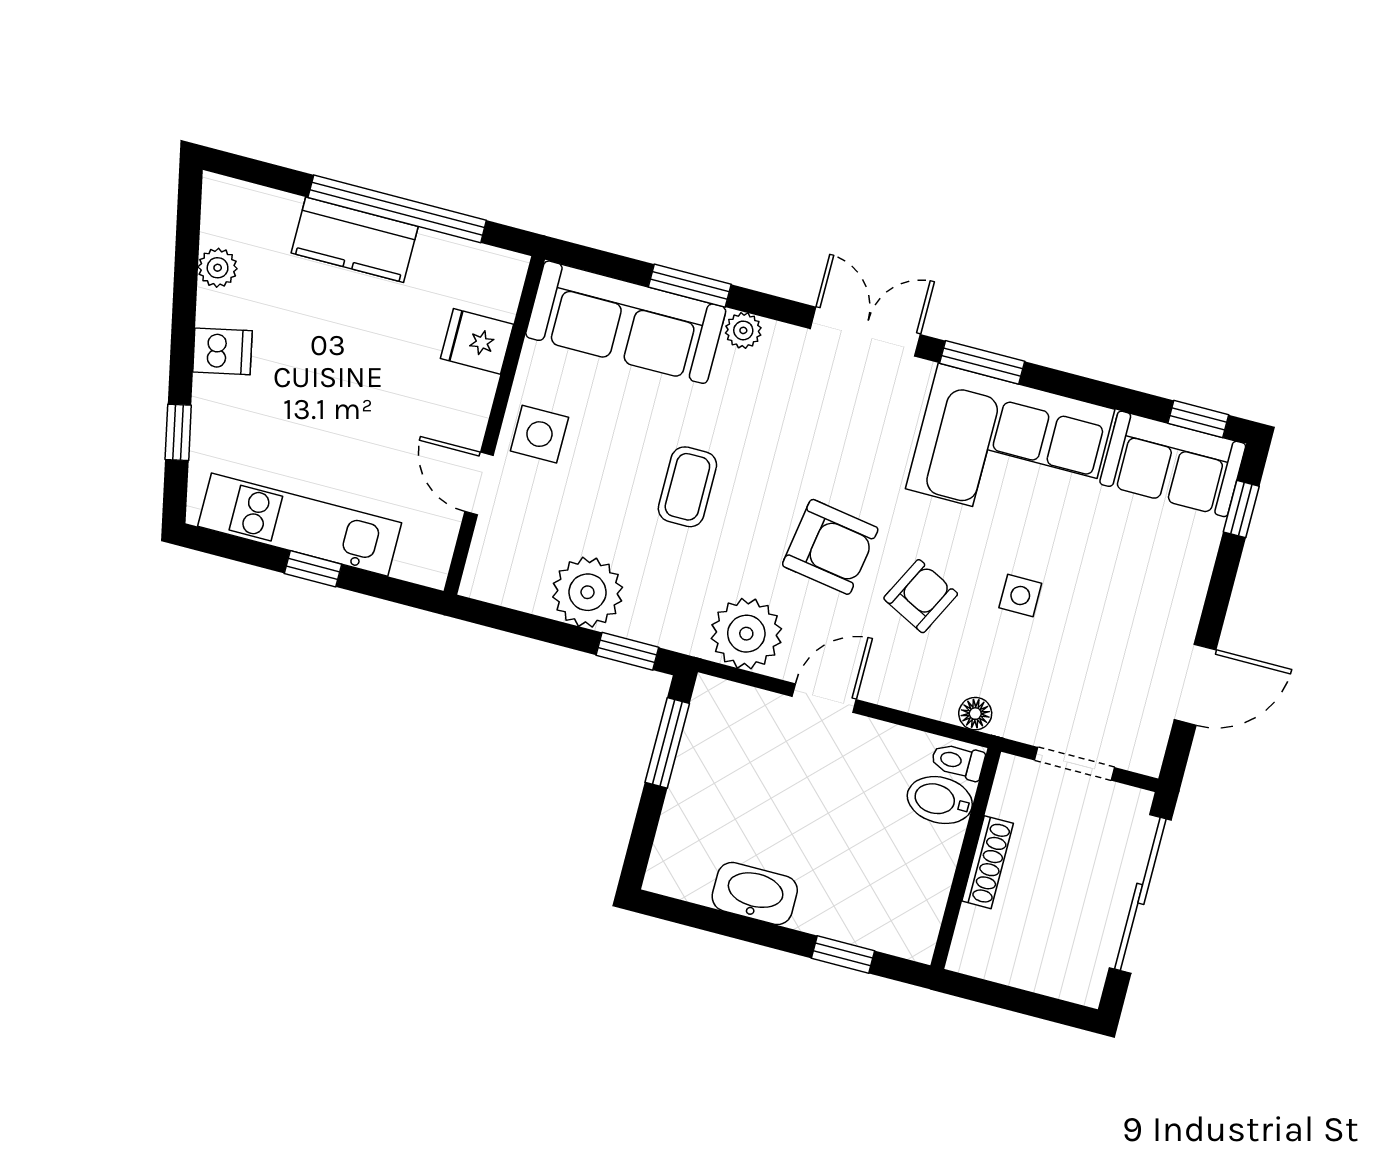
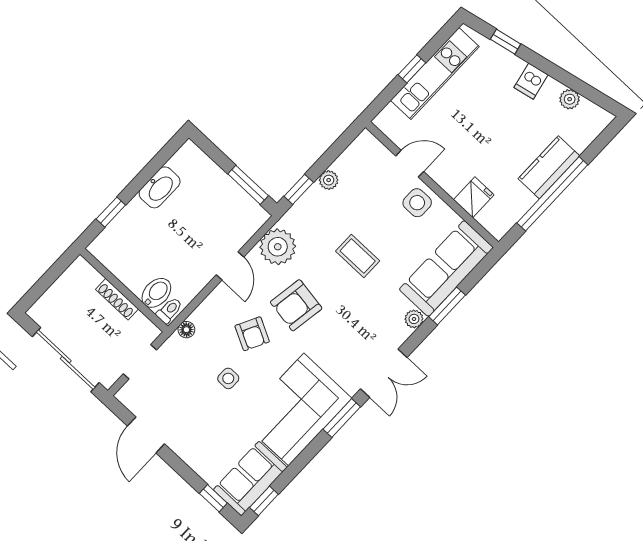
plant: (588, 592) -> (329, 180), width x0.53, depth x0.53

